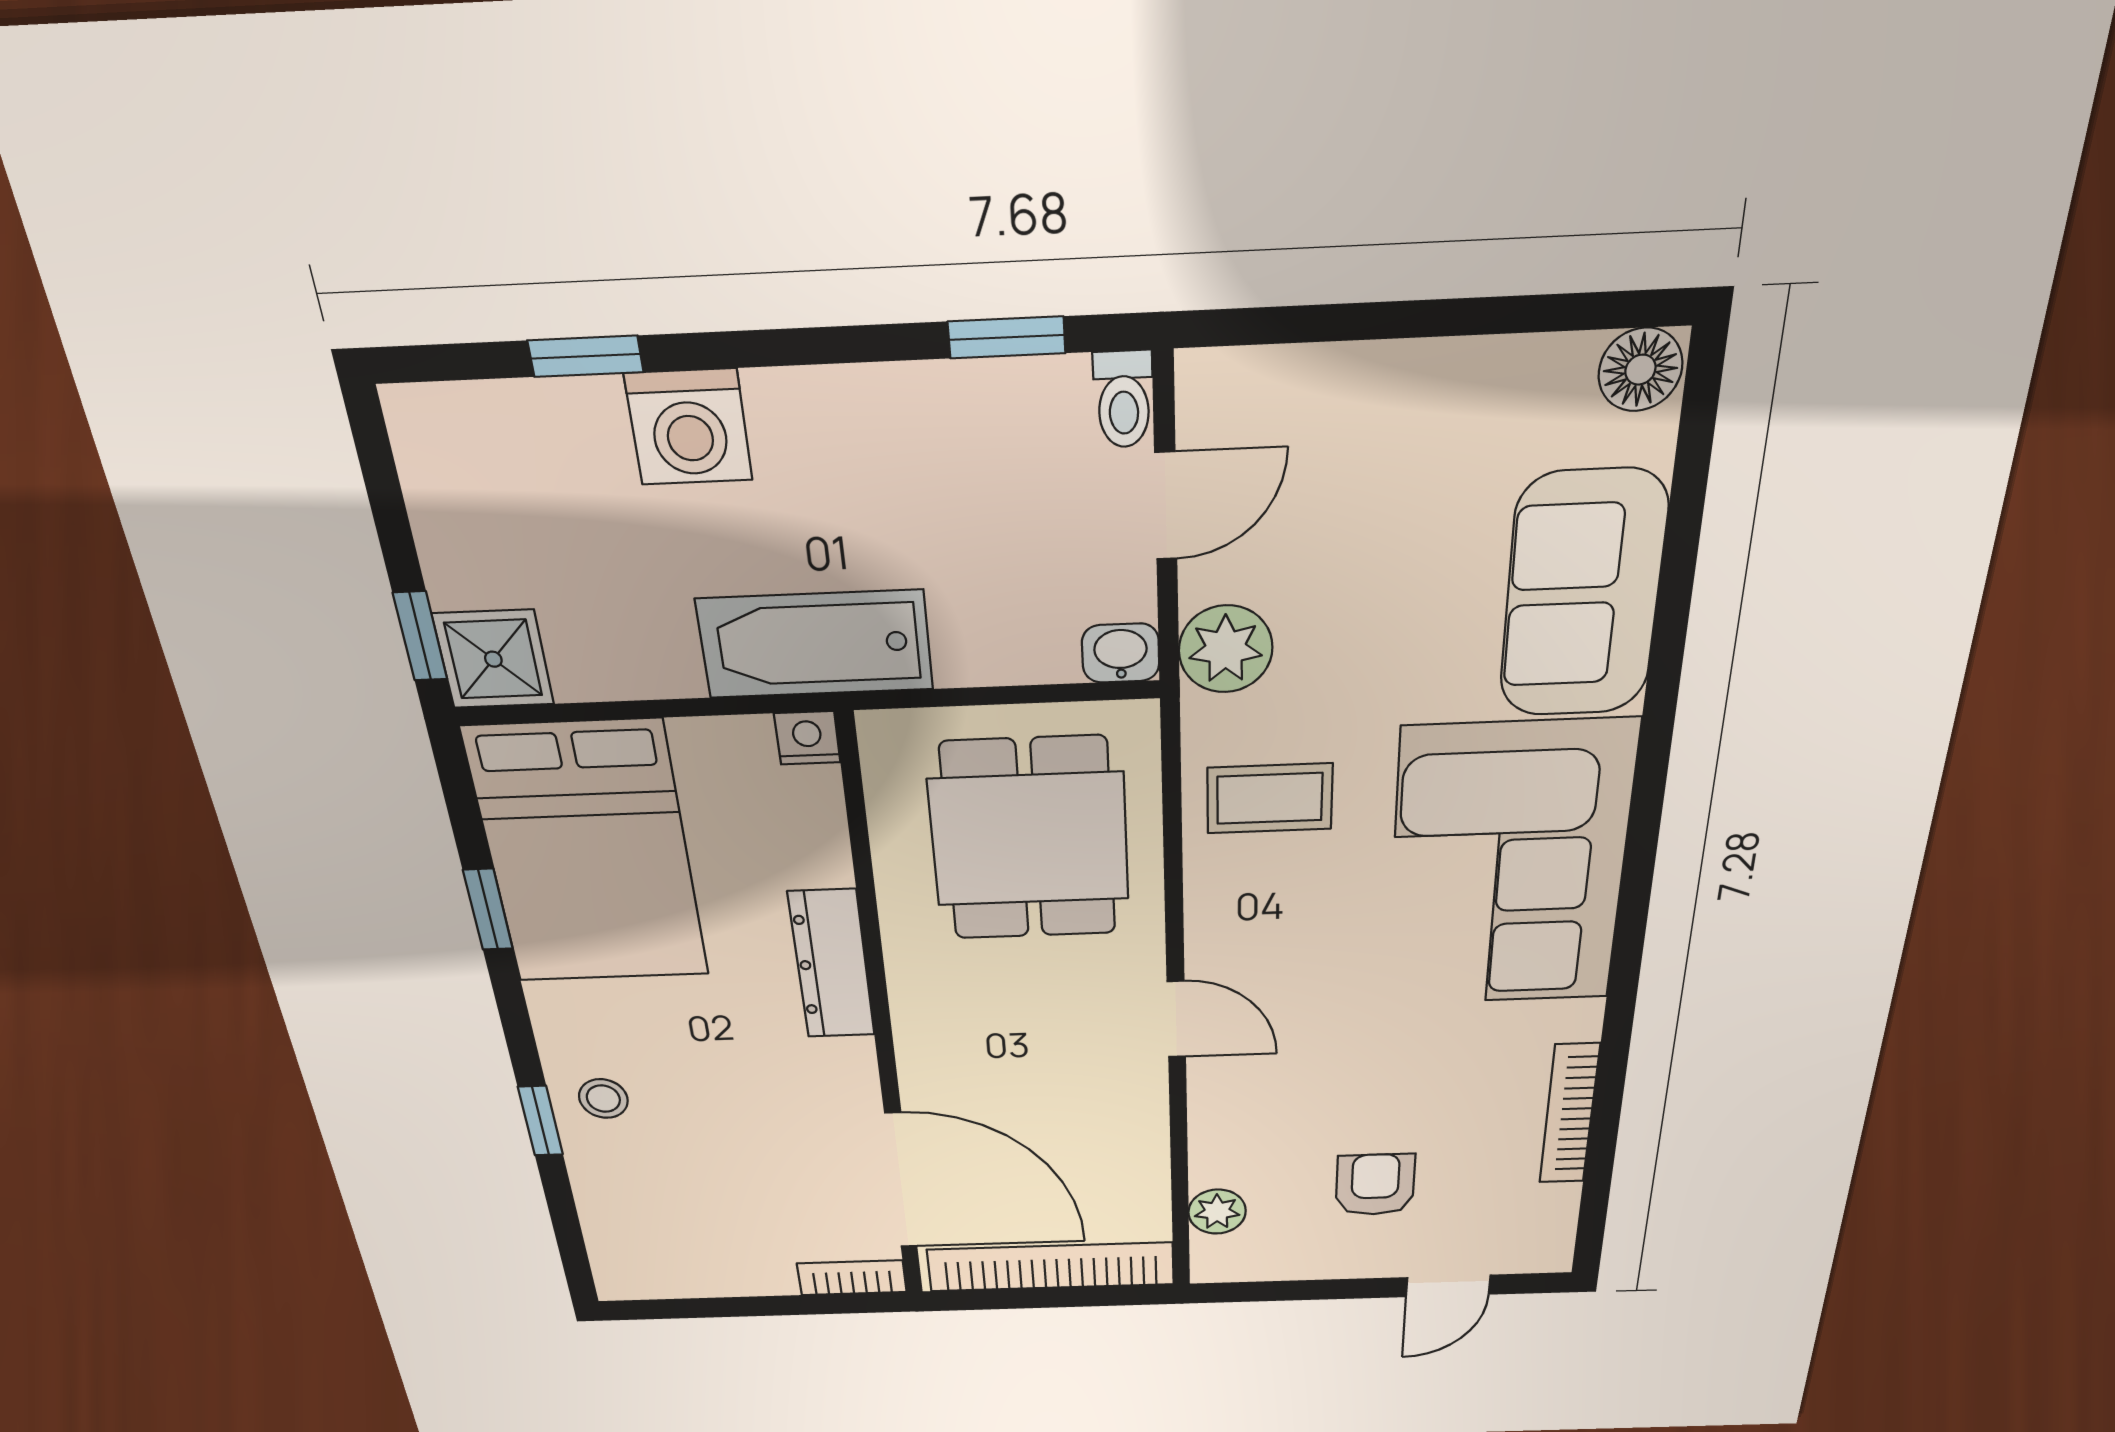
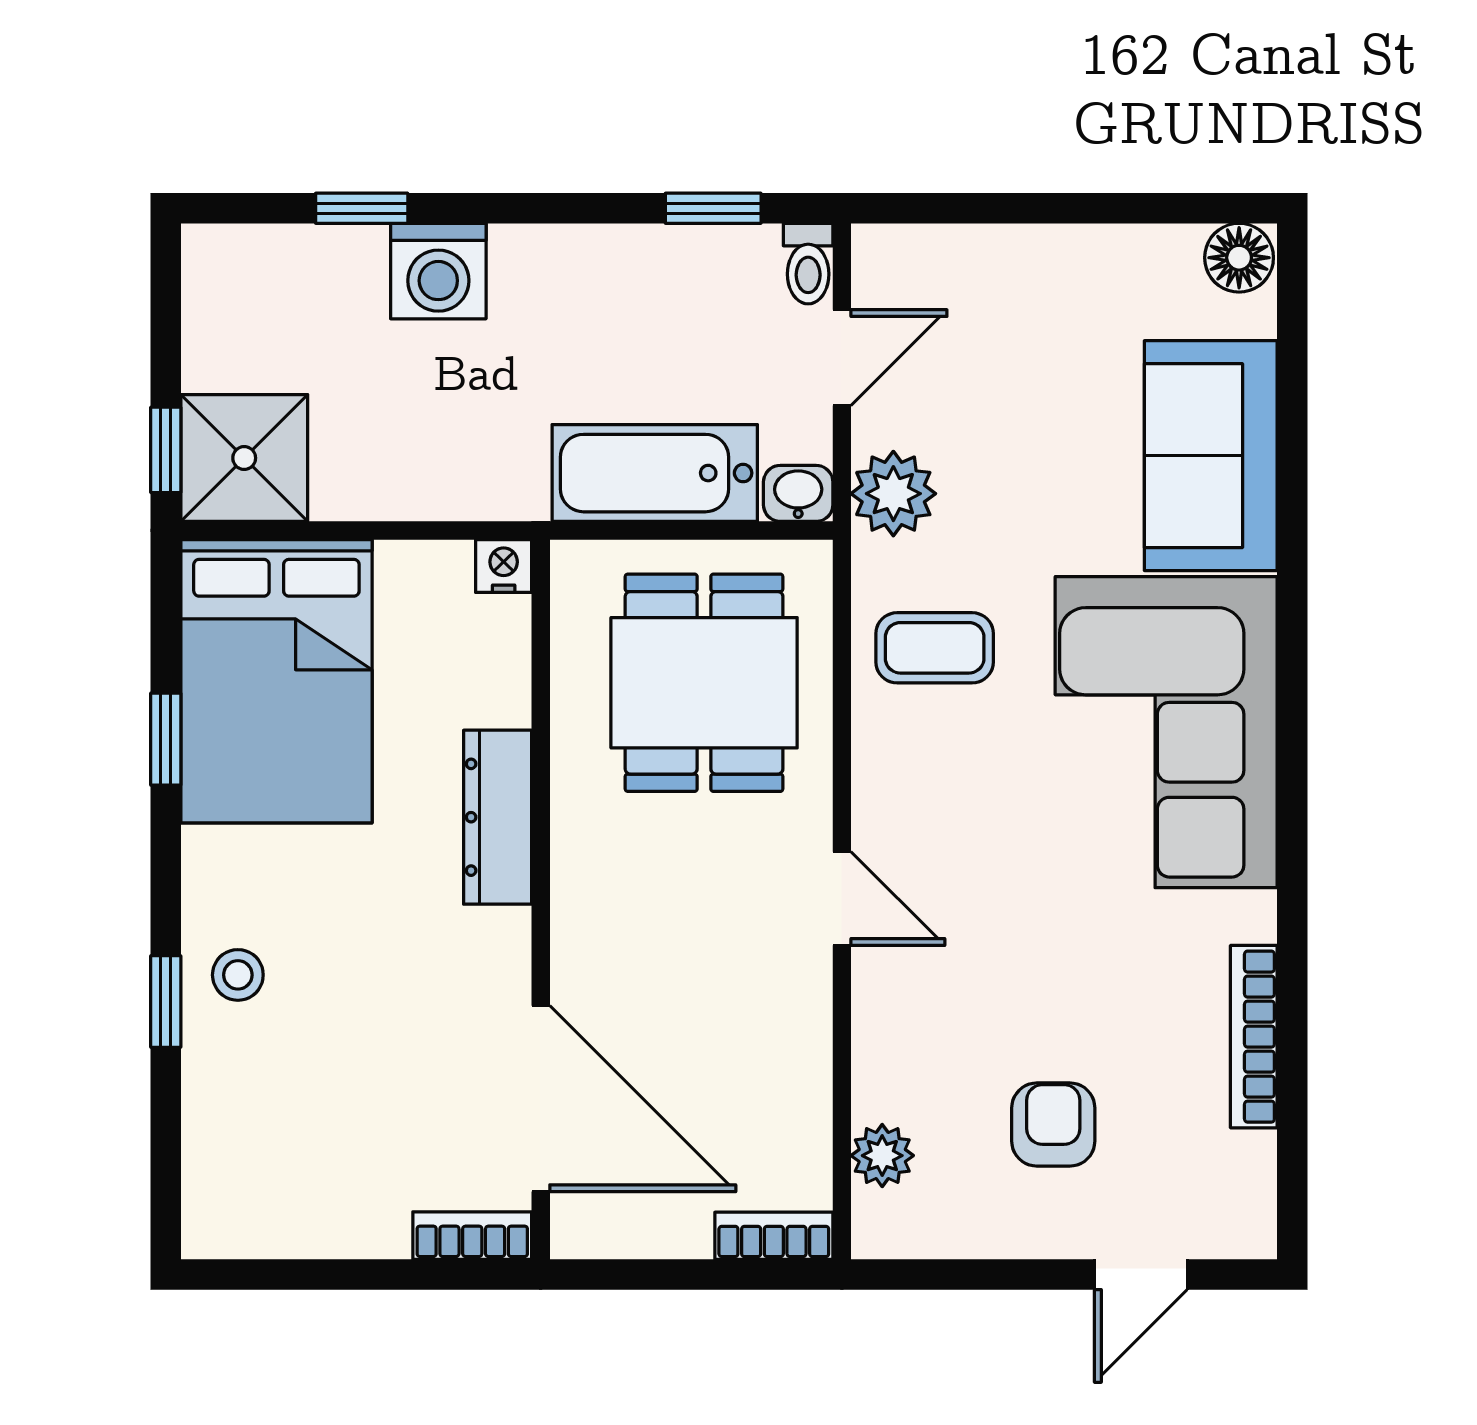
bathtub: (815, 644) -> (655, 473), moved
shower: (493, 659) -> (244, 458), width x1.36, depth x1.36
bookcase: (1051, 1267) -> (774, 1236), width x0.43, depth x0.76

